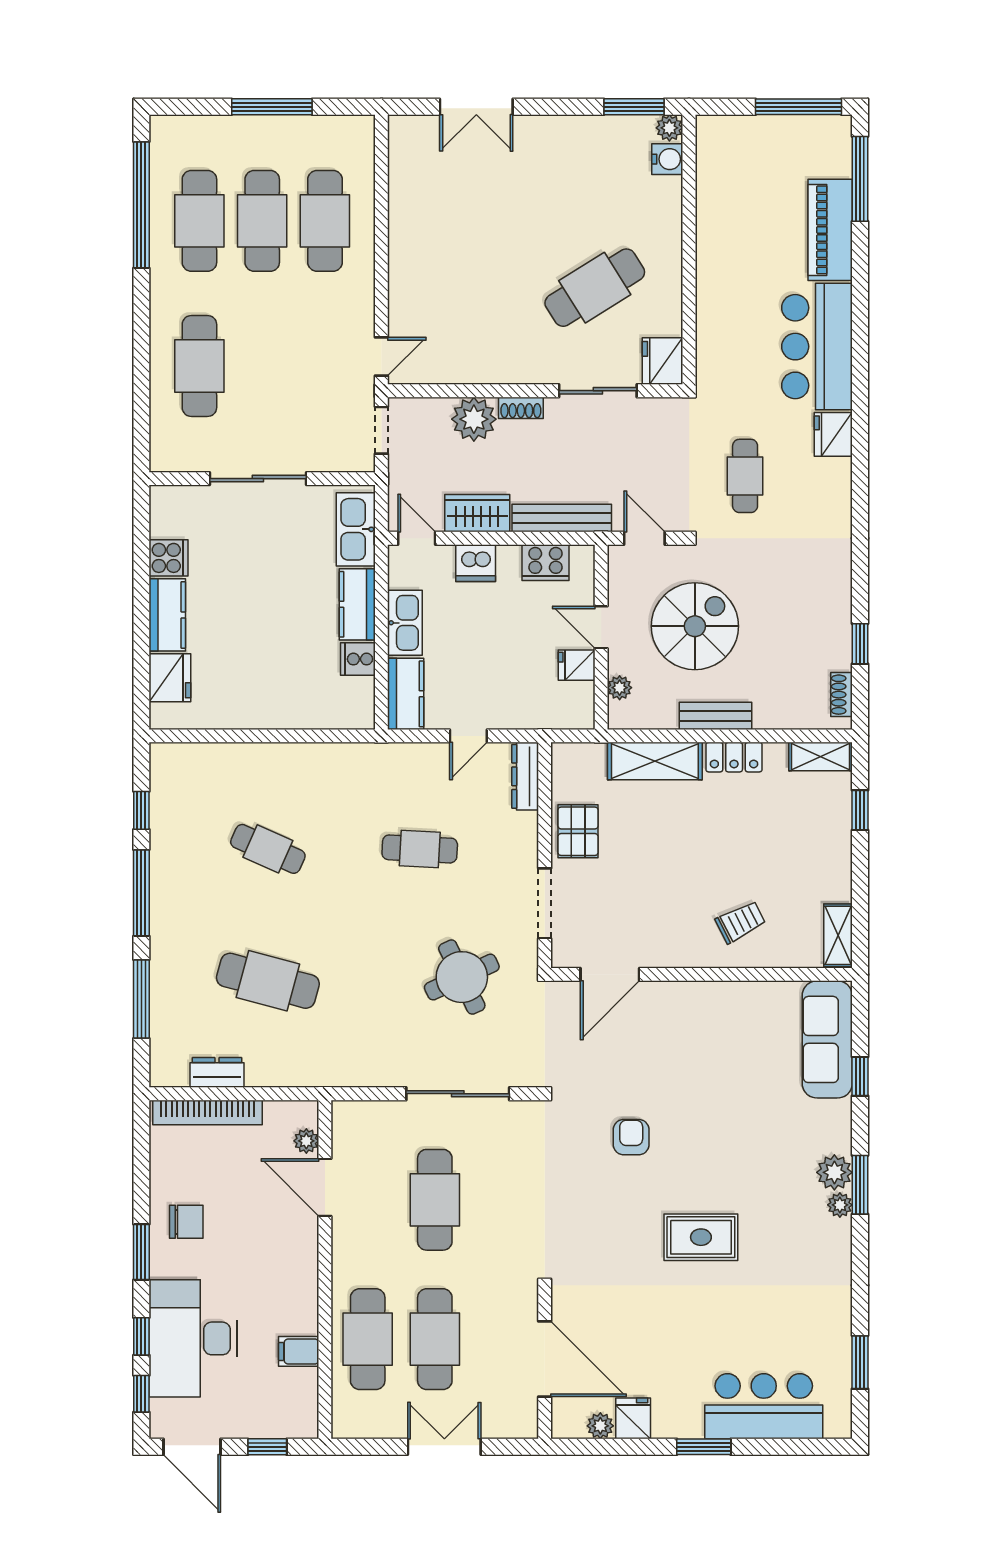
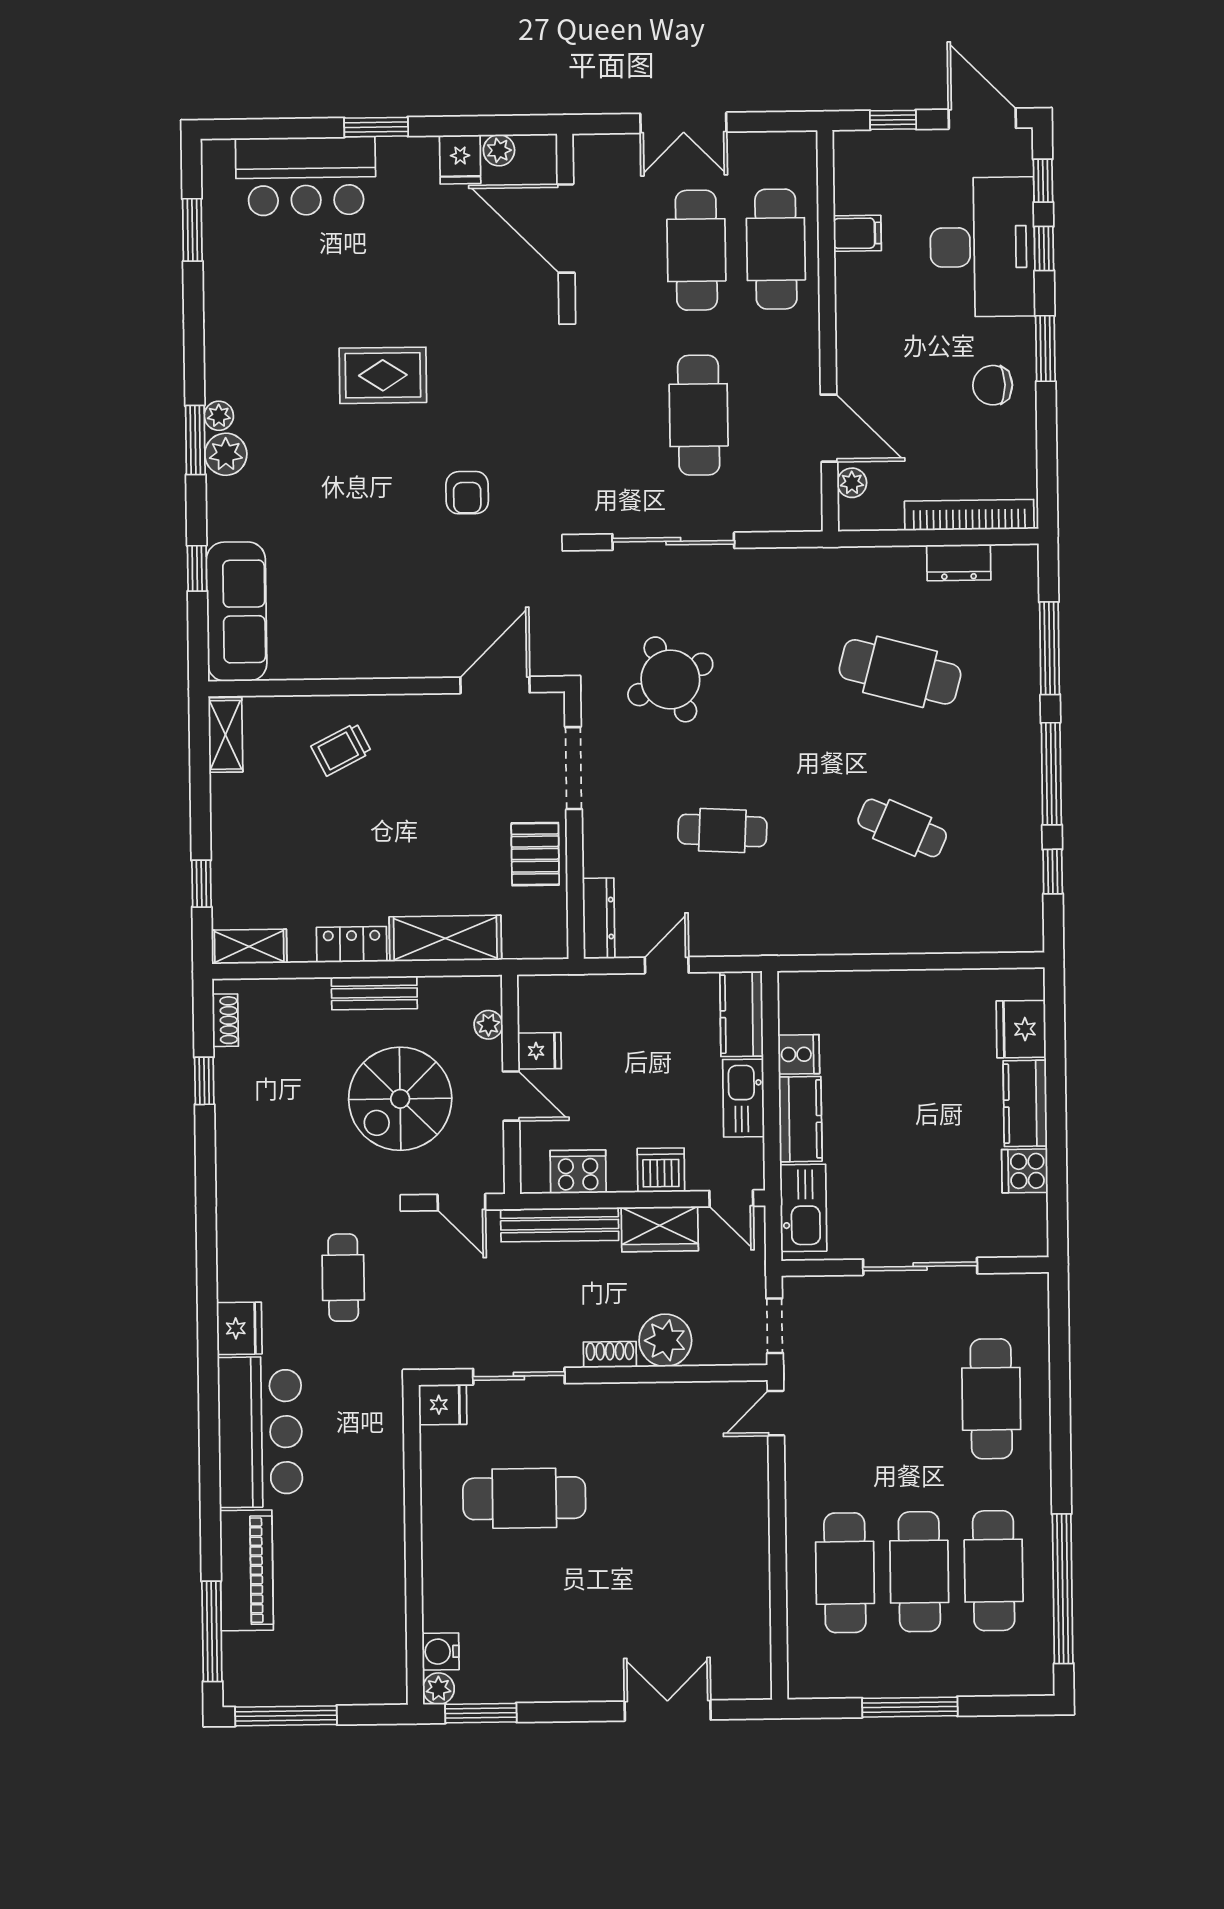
cafe table: (595, 288) -> (524, 1498), turned 32
fridge: (663, 361) -> (443, 1405), width x0.72

